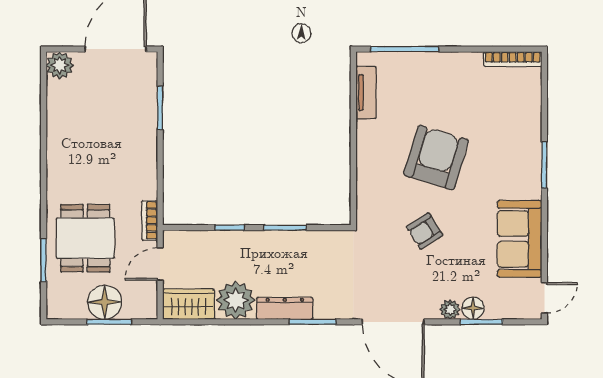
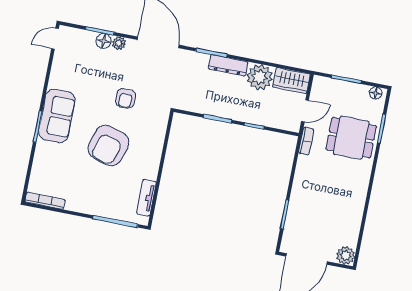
armchair: (425, 231) -> (126, 98), turned 124
dining table: (85, 238) -> (351, 138), turned 90
sofa: (520, 239) -> (57, 116), moved
floor lamp: (105, 302) -> (376, 93), moved, width x0.53, depth x0.53

